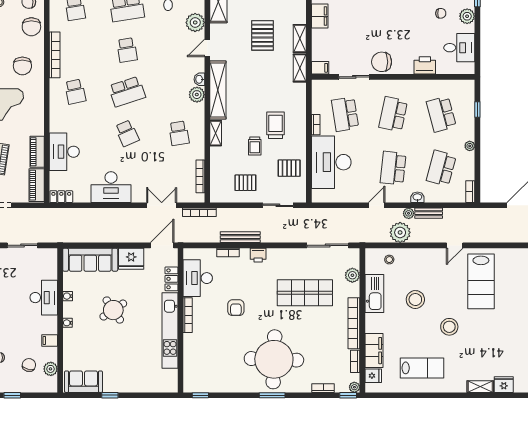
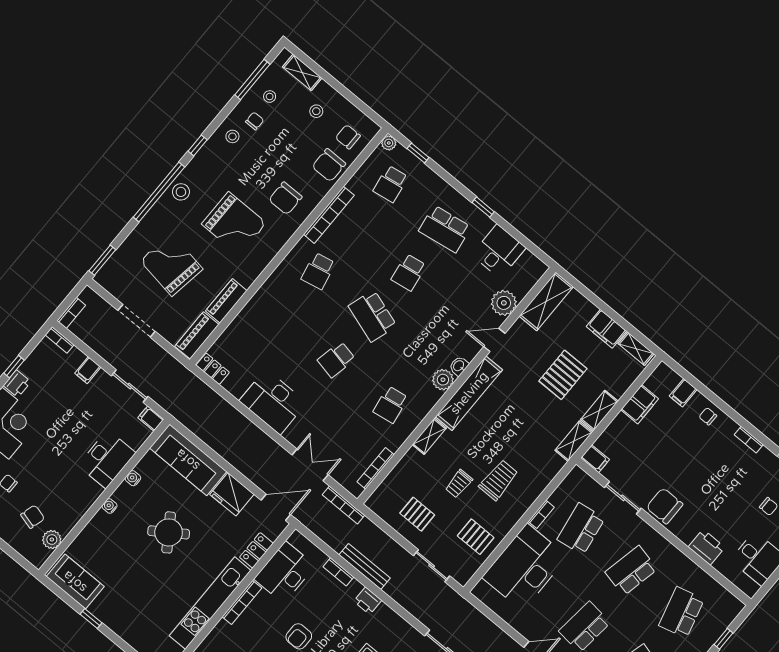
school desk: (127, 92) -> (373, 316), turned 36
school desk: (127, 133) -> (336, 360), turned 36
desk: (64, 152) -> (255, 324), removed
filing cabinet: (50, 340) -> (151, 419), moved

